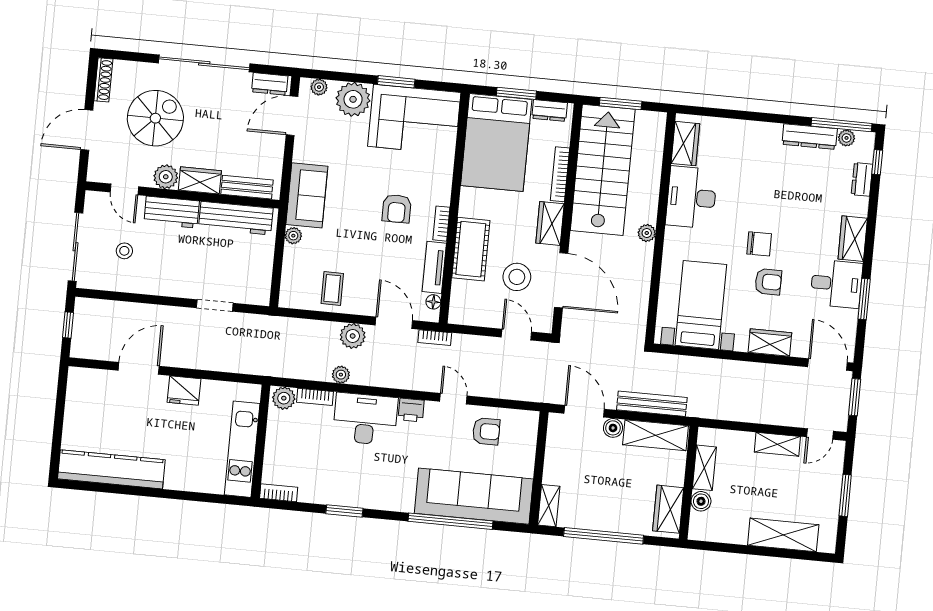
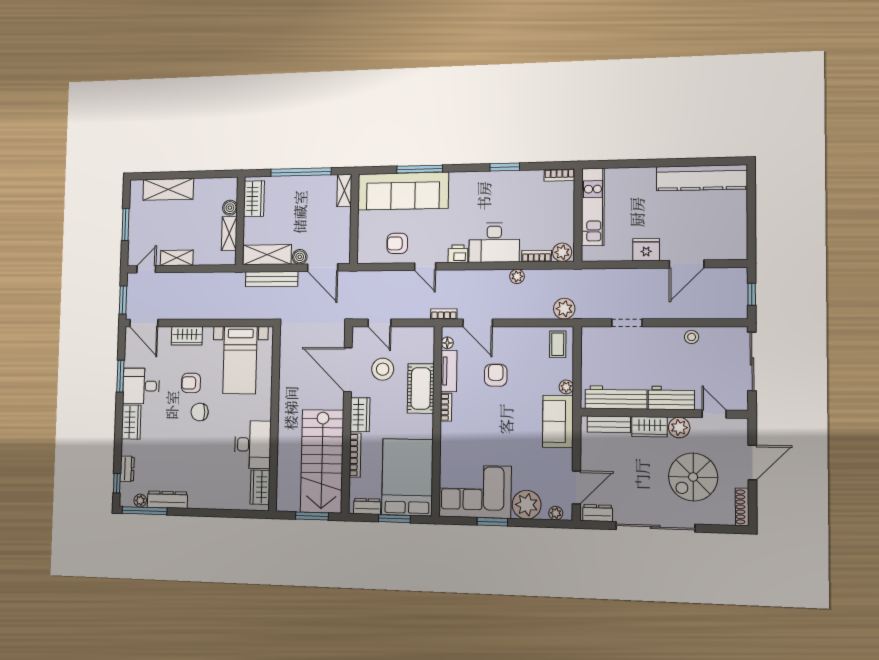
armchair: (397, 209) -> (496, 375), moved
plant: (647, 233) -> (285, 413), removed
stool: (124, 251) -> (692, 337), moved
coffee table: (332, 289) -> (558, 344), moved
plant: (353, 336) -> (564, 309), moved
window: (451, 521) -> (420, 169), width x0.68

